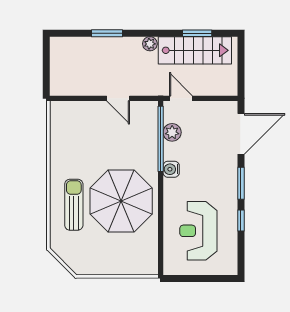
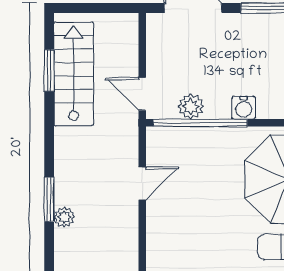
plant: (150, 44) -> (64, 217), moved
door: (181, 98) -> (142, 94), hinge flipped

